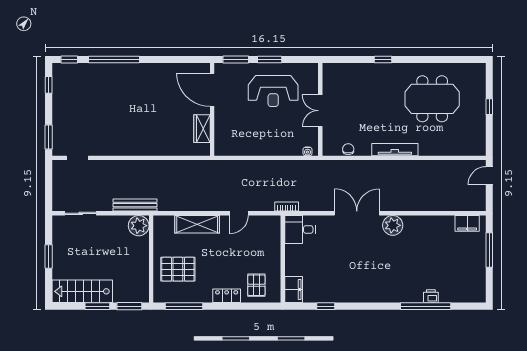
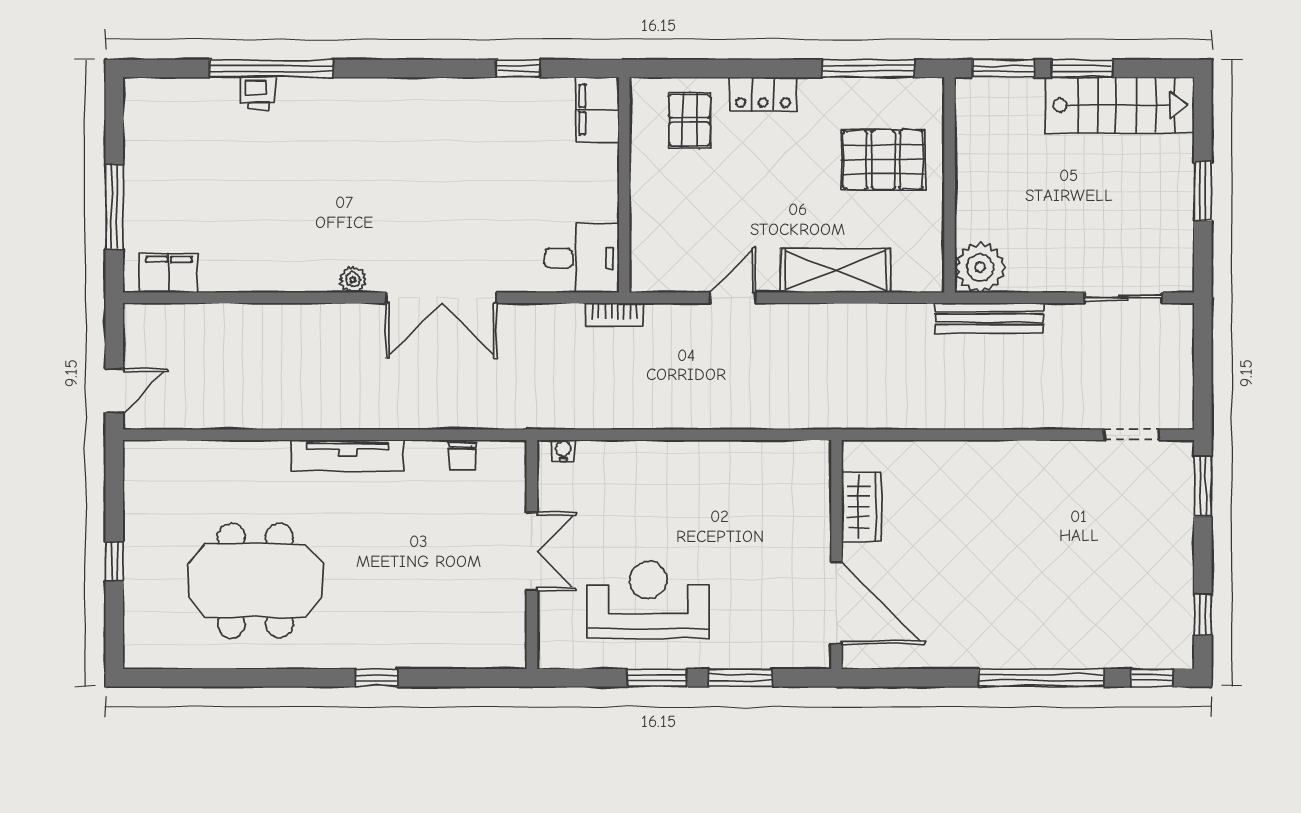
door: (212, 90) -> (837, 603), moved
wall: (212, 109) -> (837, 555), moved
wardrobe: (202, 129) -> (862, 507), moved
plant: (393, 225) -> (353, 279), width x0.53, depth x0.53

